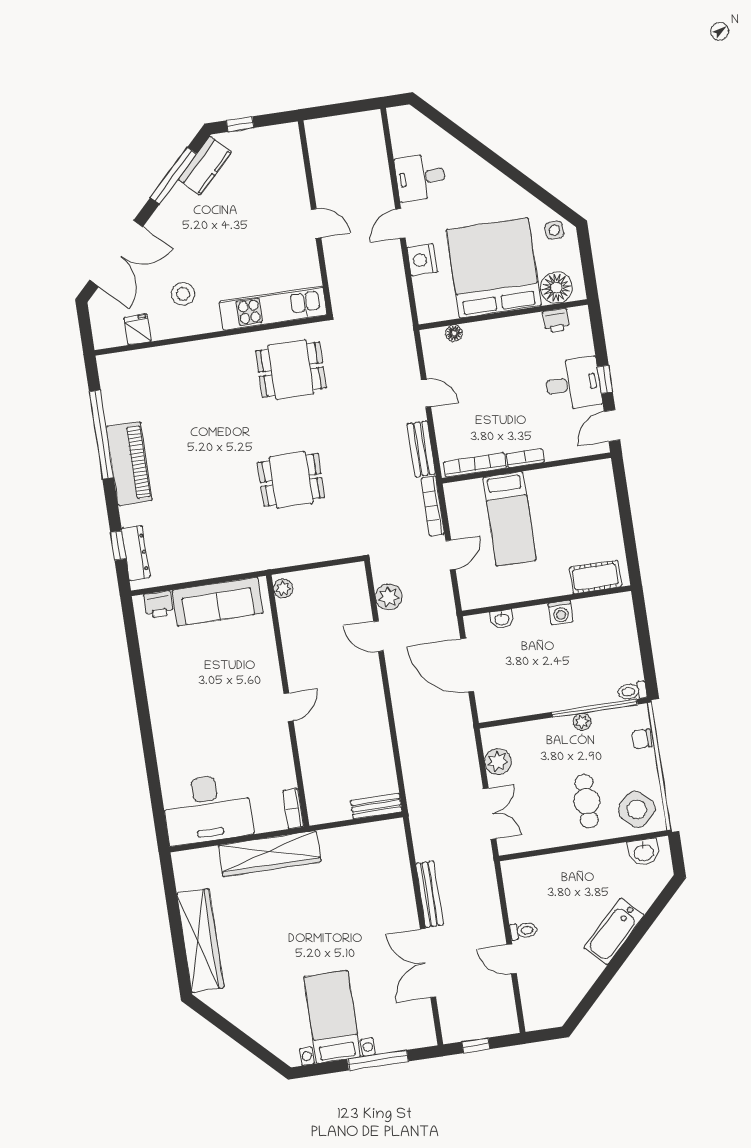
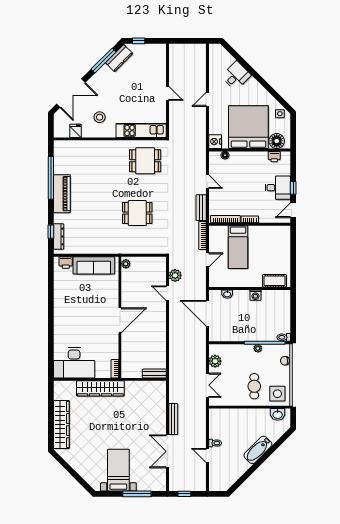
desk: (420, 177) -> (236, 76), moved, turned 135
nightstand: (422, 260) -> (215, 142), moved
door: (289, 707) -> (120, 320), width x1.88
side table: (637, 809) -> (277, 394), turned 45

